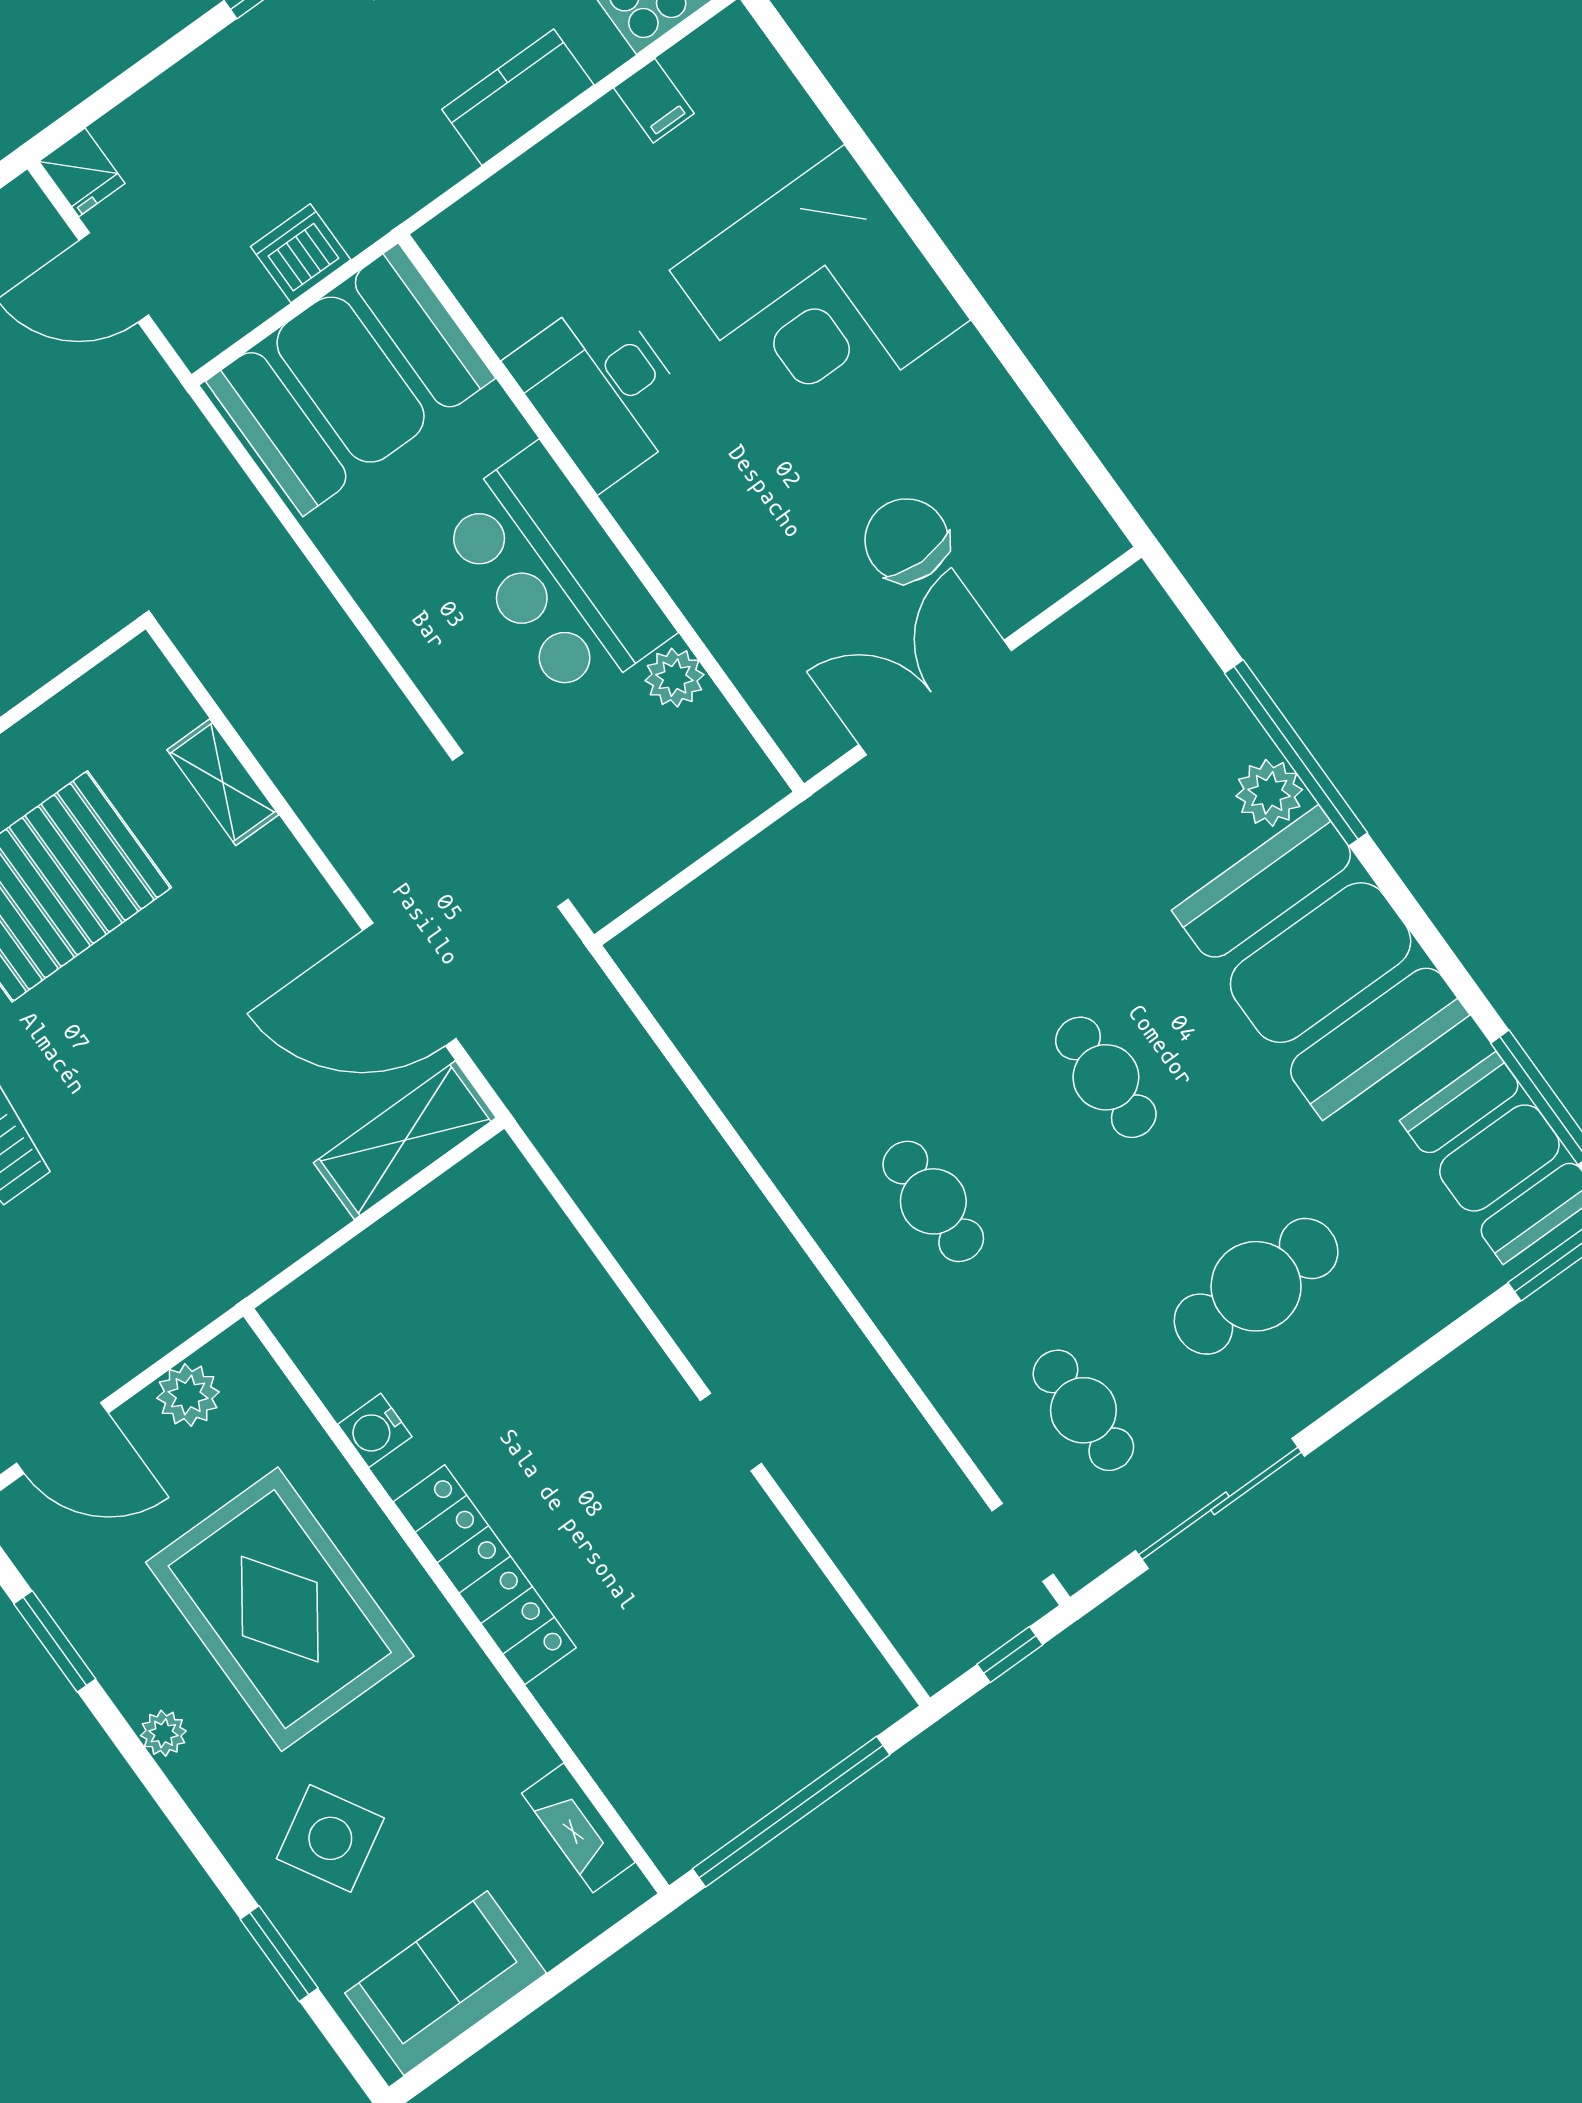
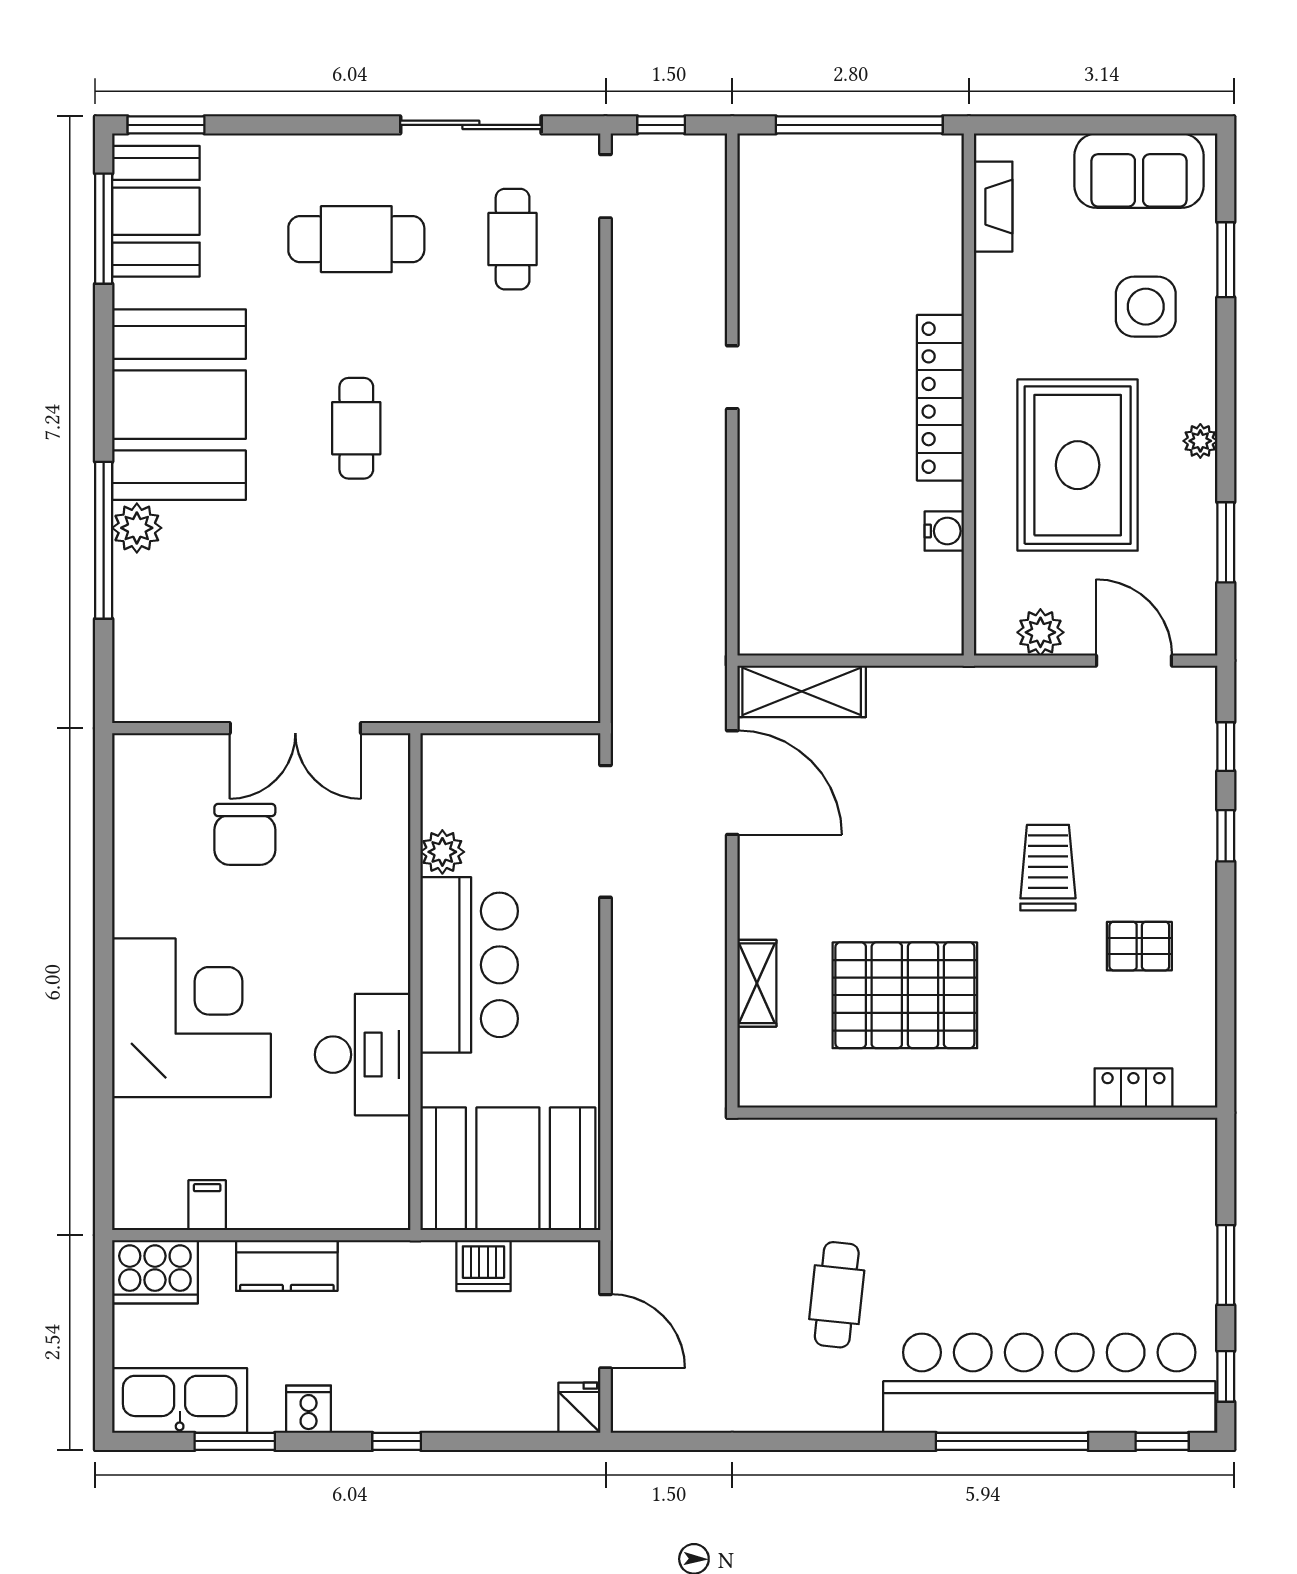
cafe table: (933, 1201) -> (513, 428), removed
side table: (330, 1838) -> (1146, 307), turned 30

